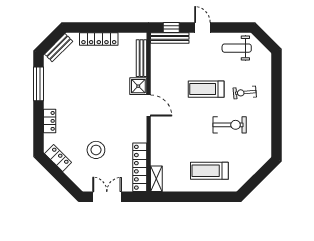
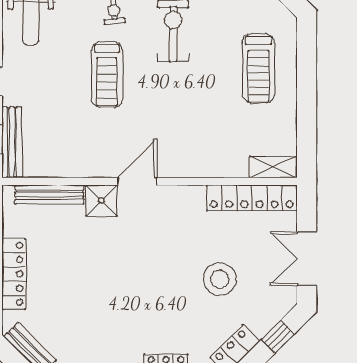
window: (65, 181) -> (278, 337), added

